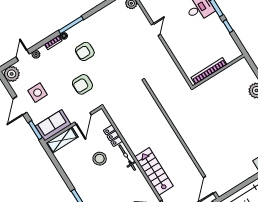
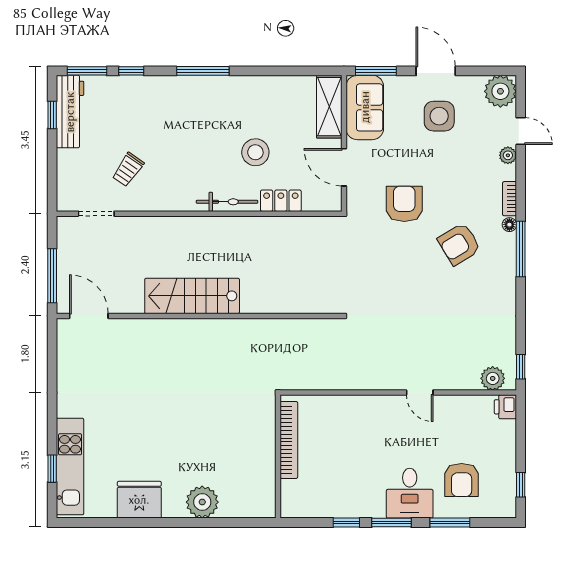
armchair: (85, 51) -> (459, 244), turned -121
stairs: (154, 171) -> (192, 296), moved, turned 180

